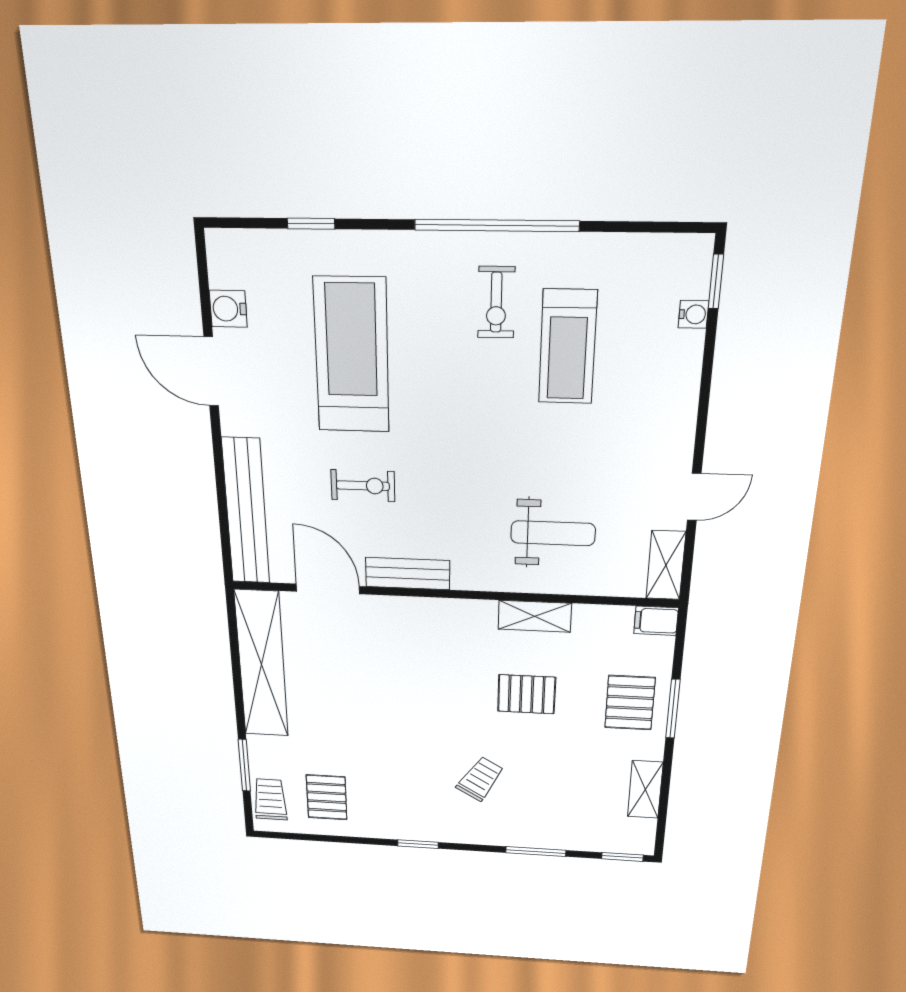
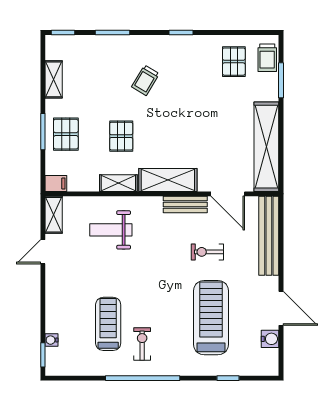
treadmill: (352, 356) -> (211, 318), turned 180
shelving: (441, 618) -> (168, 180), added
pallet: (527, 694) -> (121, 136), turned 90

